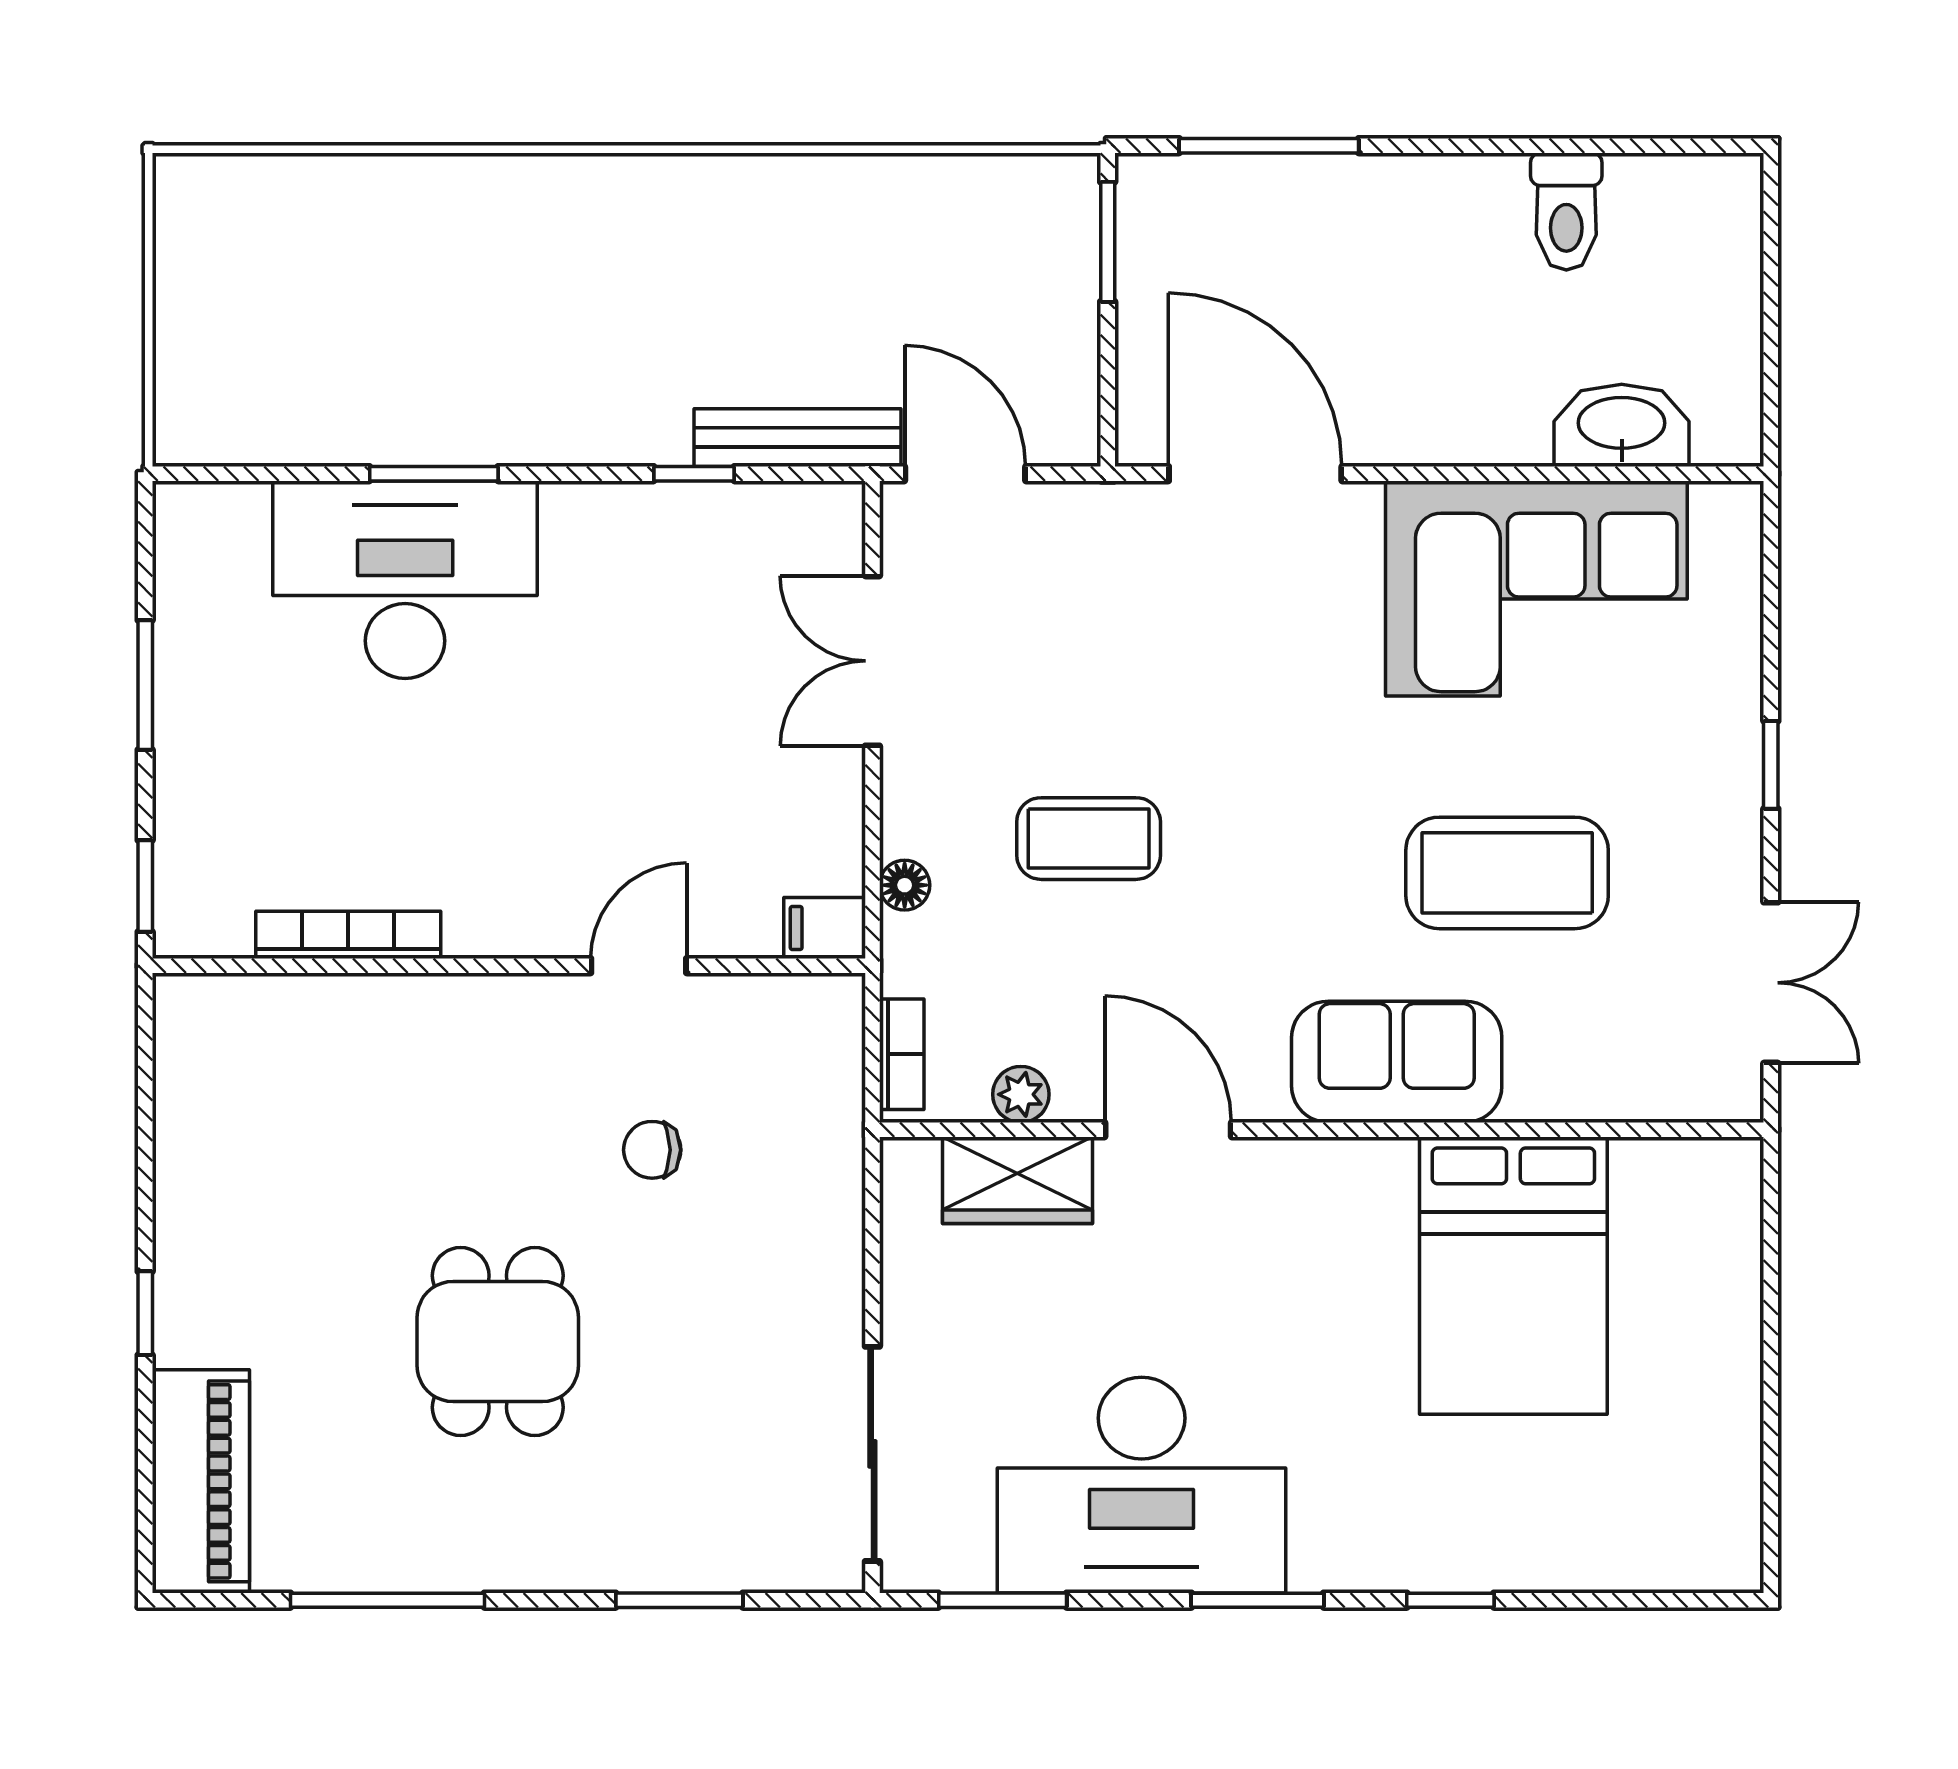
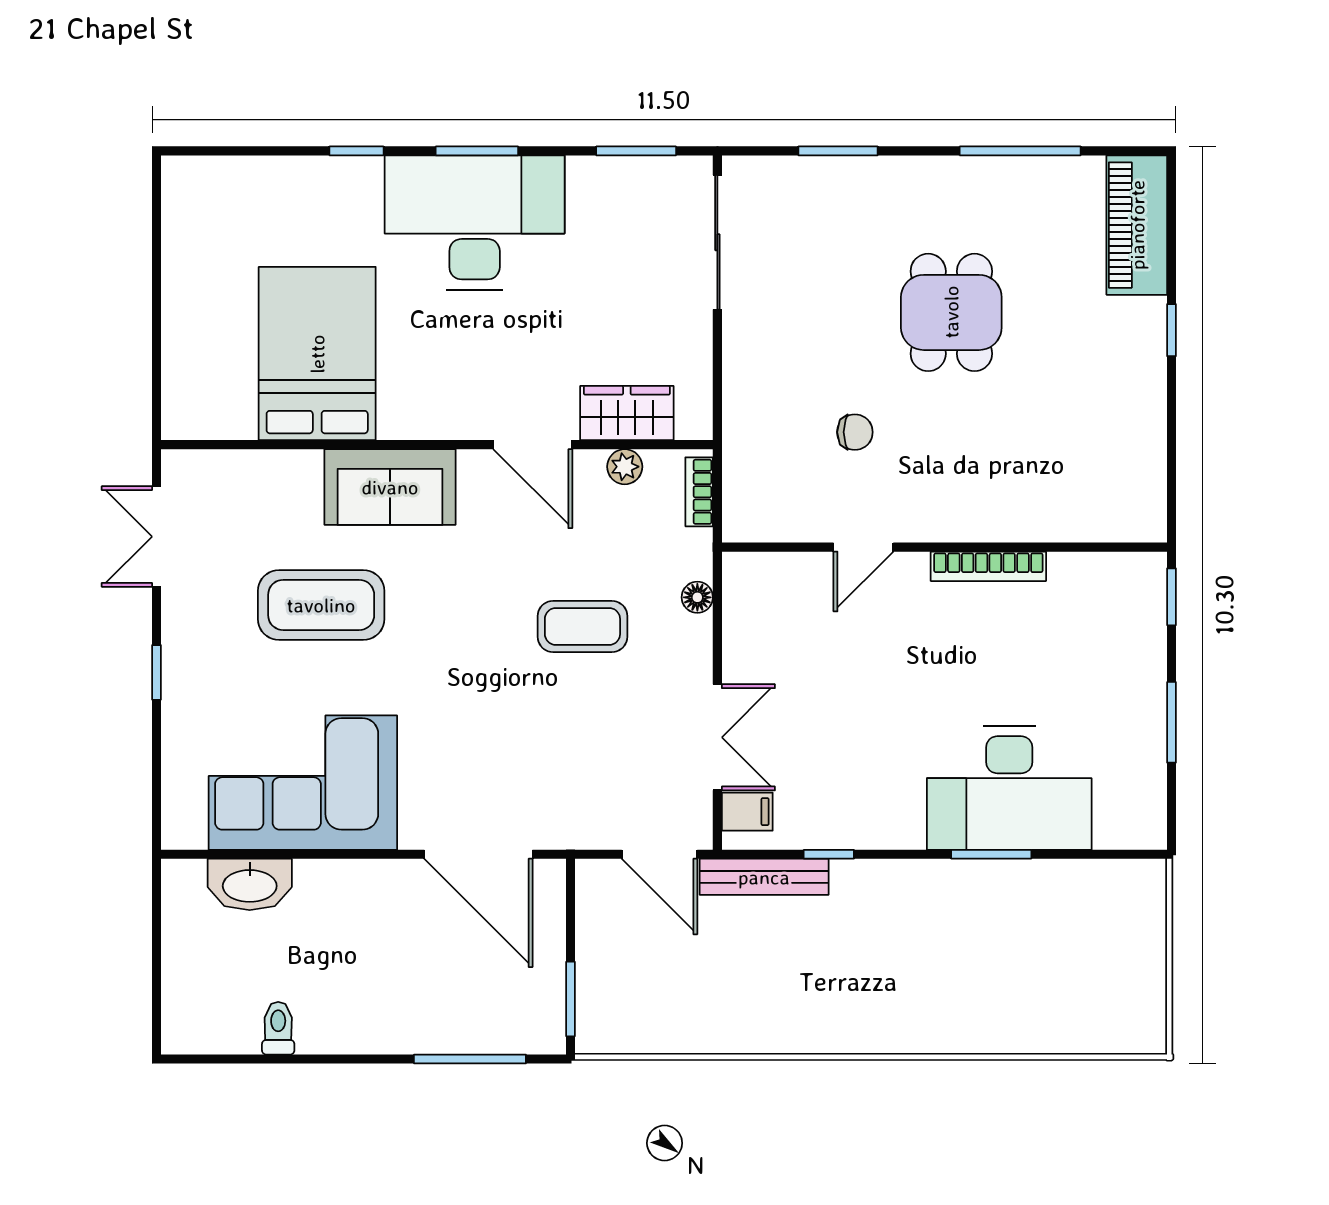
toilet: (1566, 211) -> (278, 1028), width x0.73, depth x0.72
filing cabinet: (825, 928) -> (747, 812), moved
bookcase: (348, 935) -> (988, 566), moved
desk: (1142, 1485) -> (475, 223), moved

